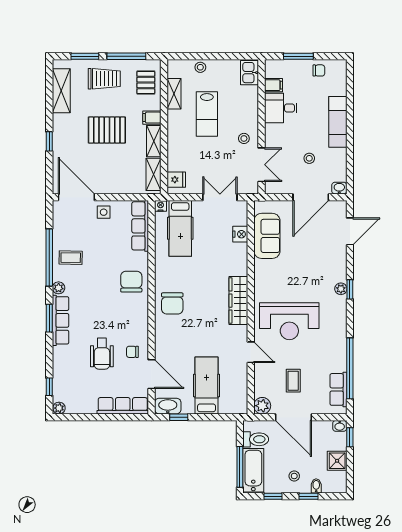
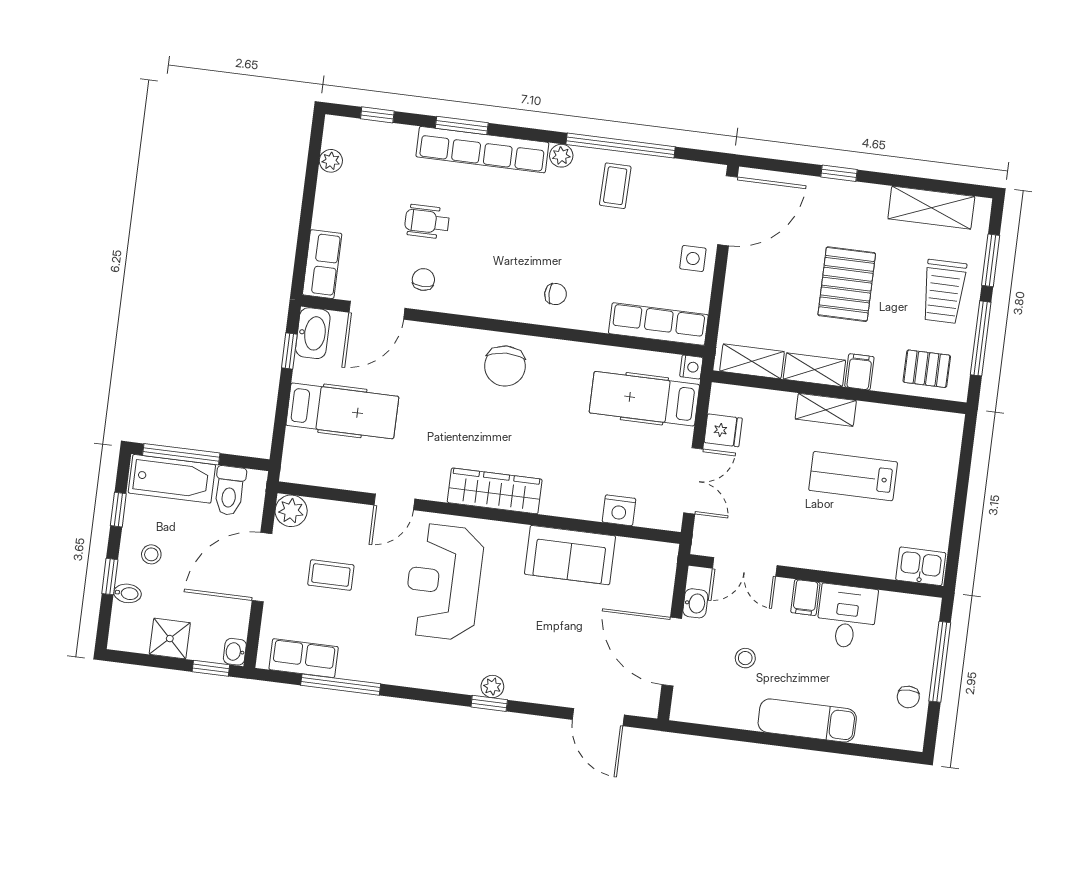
window: (298, 56) -> (940, 662), width x1.44
stool: (200, 67) -> (942, 475), removed
filing cabinet: (274, 85) -> (805, 597), moved
shelving: (174, 94) -> (826, 410), moved
stool: (244, 138) -> (798, 540), removed
fridge: (176, 180) -> (723, 430), moved, turned -90
washbasin: (339, 188) -> (695, 603), moved
sofa: (267, 236) -> (570, 555), moved
chair: (131, 282) -> (556, 294), width x0.54, depth x0.54
chair: (172, 303) -> (505, 366), turned -92
window: (49, 318) -> (462, 126), moved
row of seats: (61, 320) -> (482, 150), width x1.36
wheelchair: (102, 354) -> (427, 222), width x0.73, depth x0.73
window: (350, 368) -> (341, 685), width x0.68
row of seats: (123, 406) -> (322, 264), width x0.68
plant: (59, 408) -> (331, 161), moved

